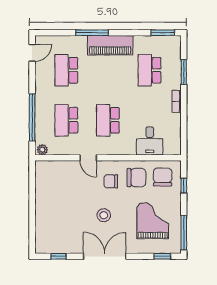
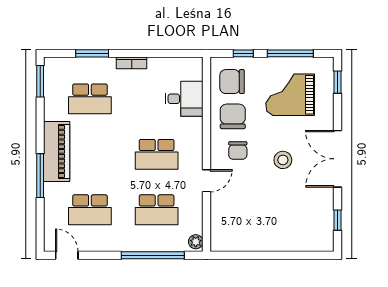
window: (184, 233) -> (290, 53), moved

